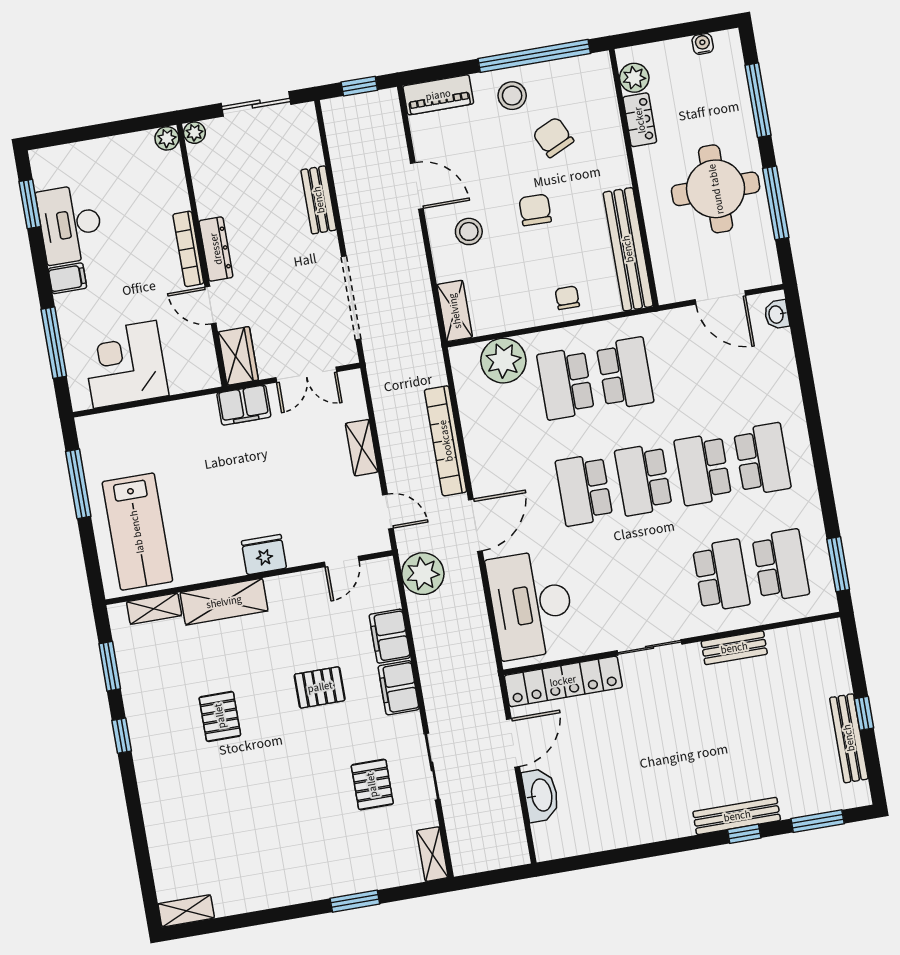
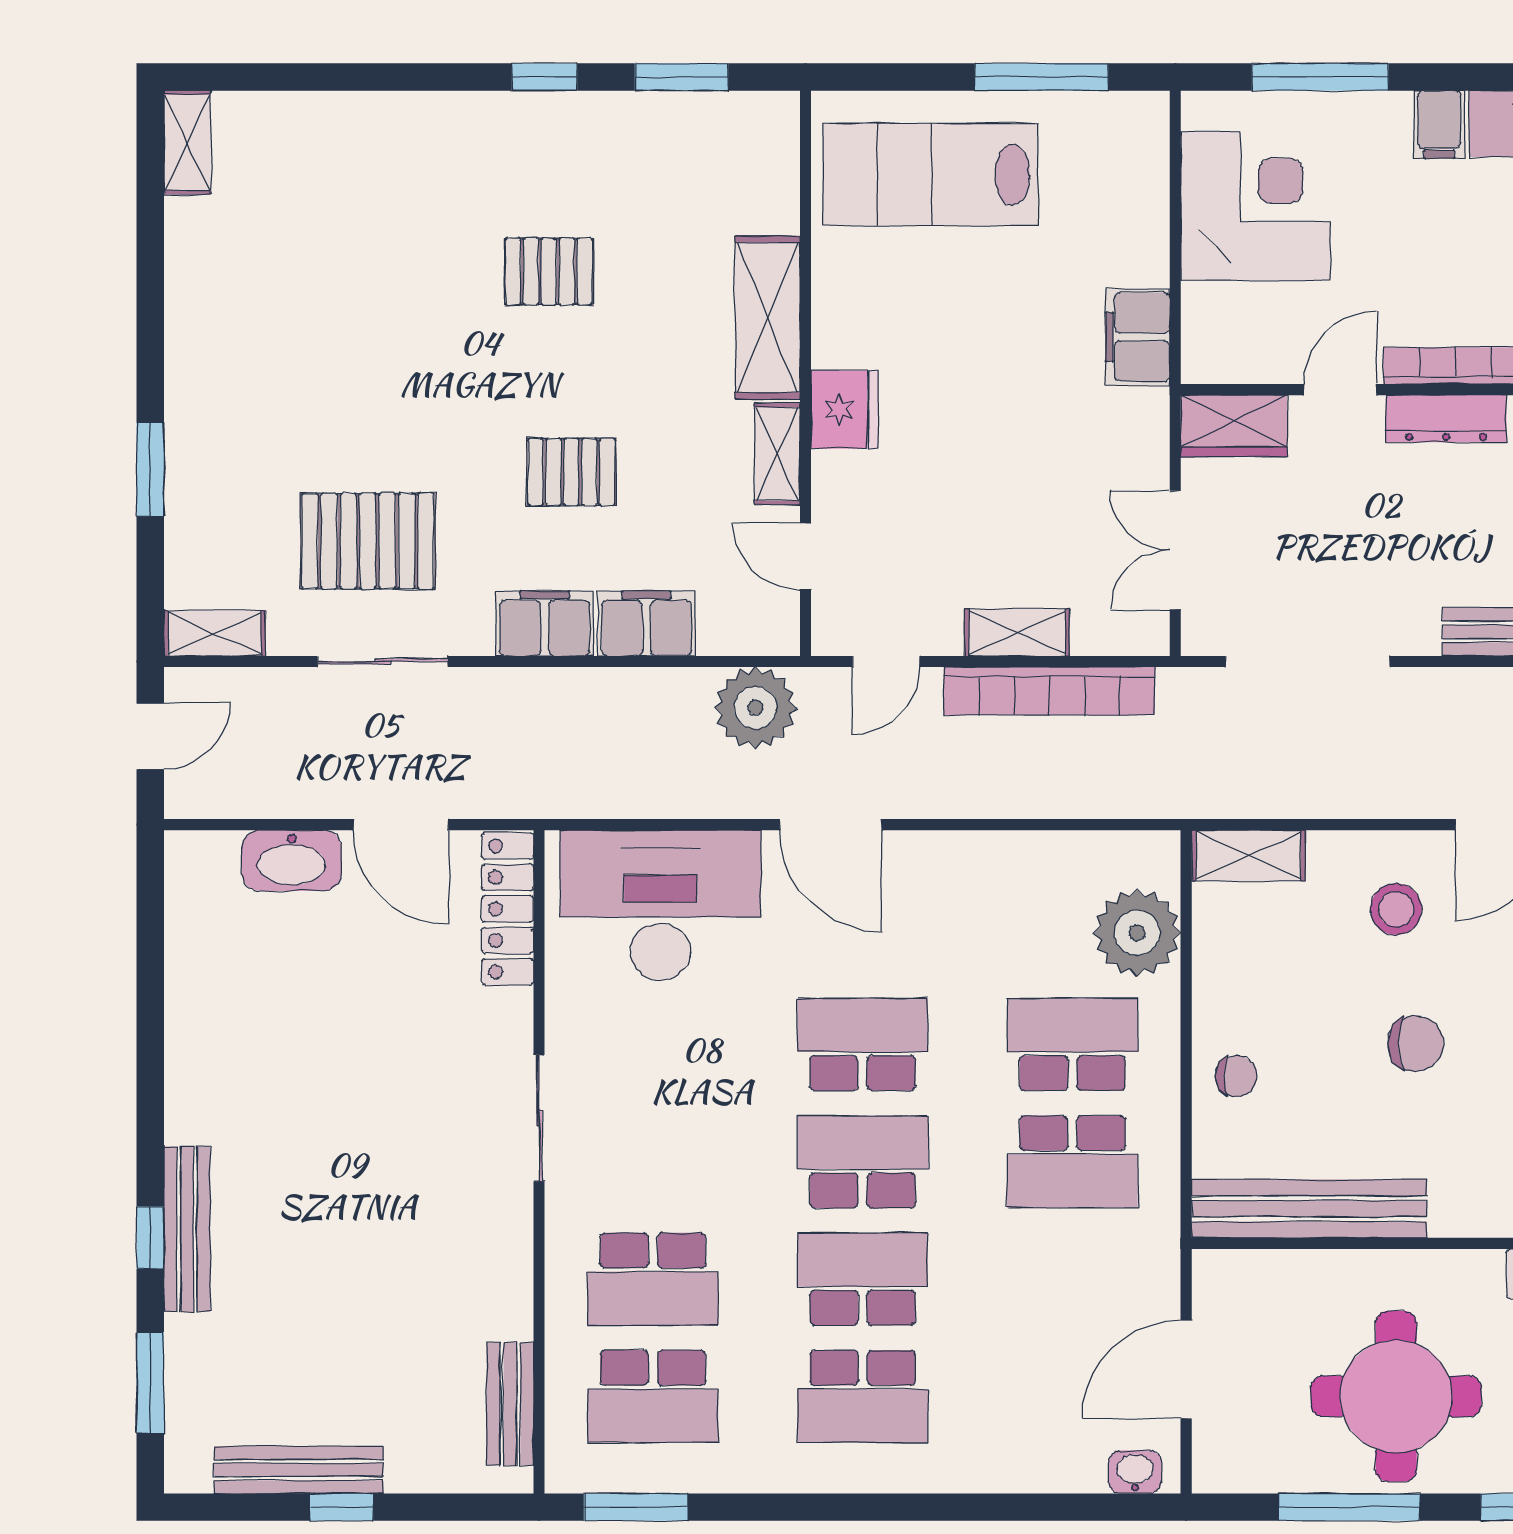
filing cabinet: (244, 405) -> (1138, 337), moved
bookcase: (446, 441) -> (1049, 691), moved, turned 180
shelving: (154, 609) -> (777, 454), moved
bench: (734, 648) -> (510, 1404), moved
locker: (563, 681) -> (508, 909), width x0.71, depth x0.83
pallet: (320, 687) -> (571, 472), turned 90
pallet: (372, 785) -> (368, 541), width x1.50, depth x1.42
door: (490, 878) -> (150, 736), added

